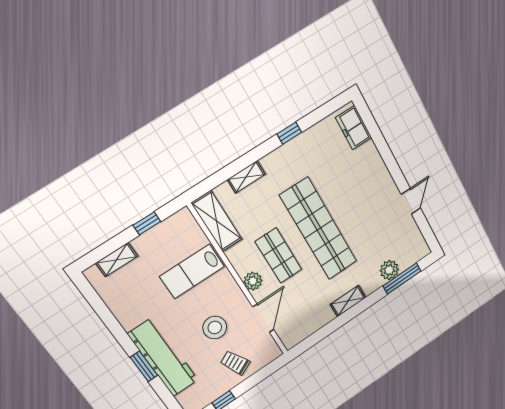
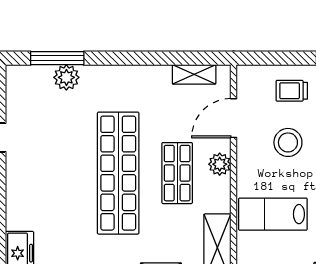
lab bench: (192, 271) -> (273, 214), turned 180
shelving: (348, 301) -> (194, 74), moved
trolley: (235, 363) -> (292, 91), turned 116

